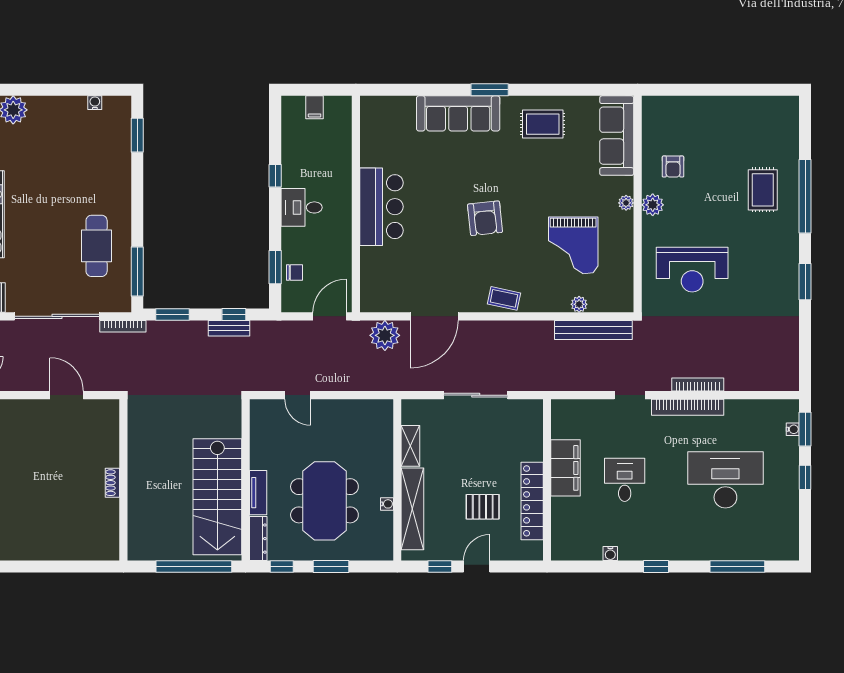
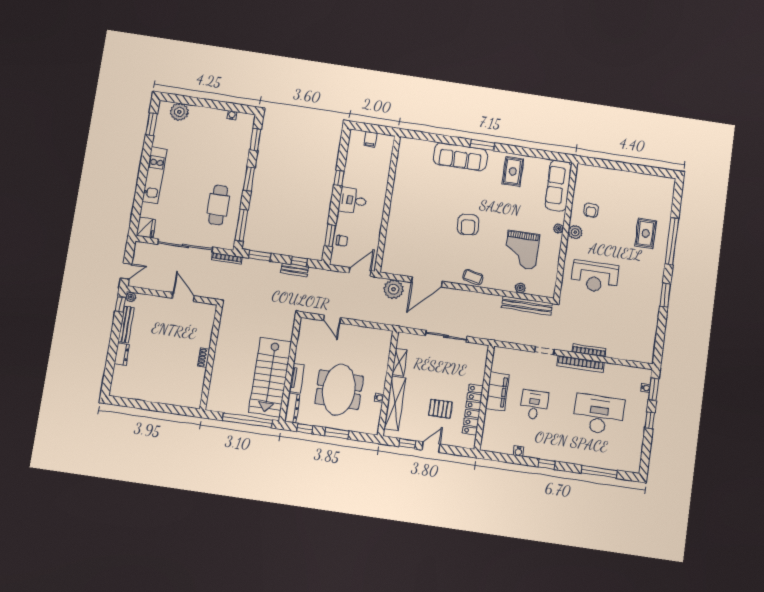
rug: (543, 124) -> (513, 171), turned 90
window: (137, 198) -> (249, 179), added
bar counter: (381, 207) -> (403, 208), removed

